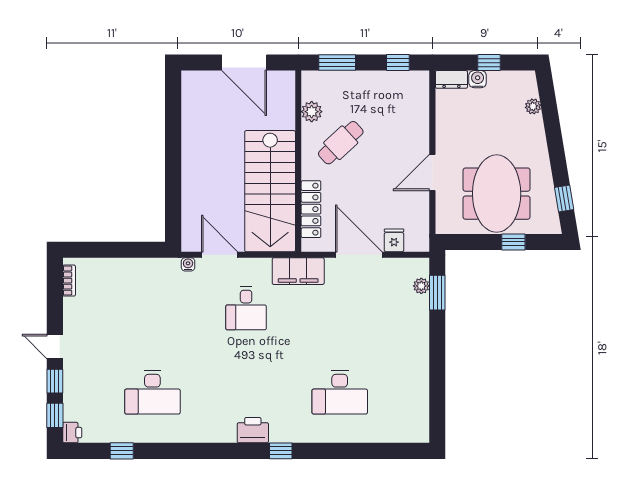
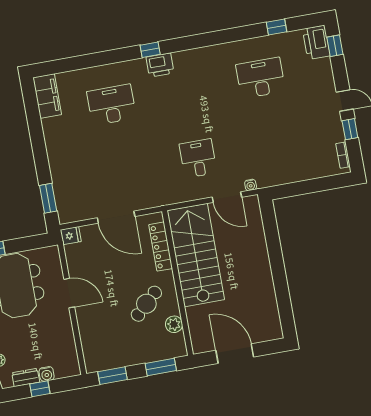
window: (398, 63) -> (112, 376), width x1.50
dresser: (451, 79) -> (26, 377), moved
door: (432, 173) -> (69, 293), hinge flipped
fridge: (394, 240) -> (71, 236), moved, turned -90
filing cabinet: (298, 271) -> (47, 96), moved, turned 90
plant: (421, 286) -> (62, 201), removed
window: (55, 381) -> (350, 129), moved
printer: (253, 430) -> (160, 65), moved
printer: (72, 433) -> (316, 42), width x1.87, depth x1.48

